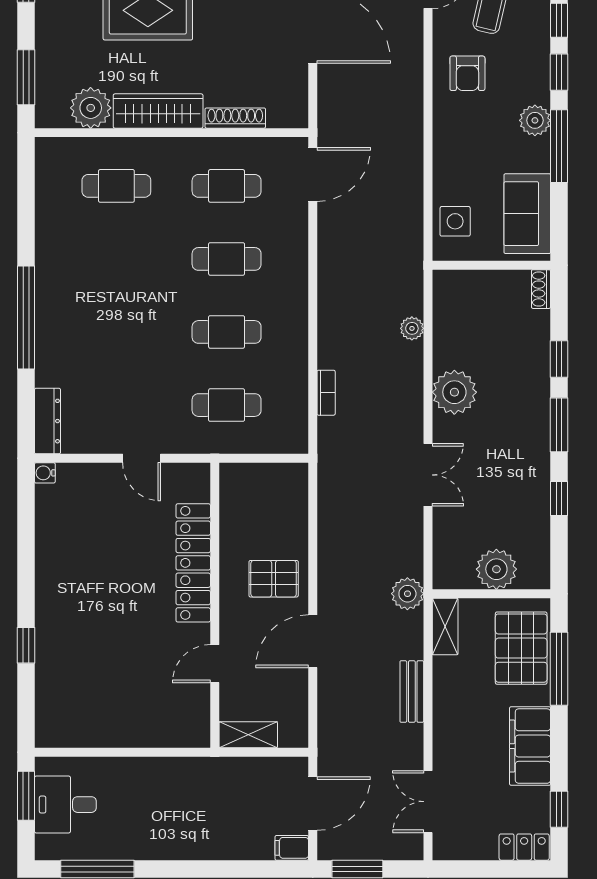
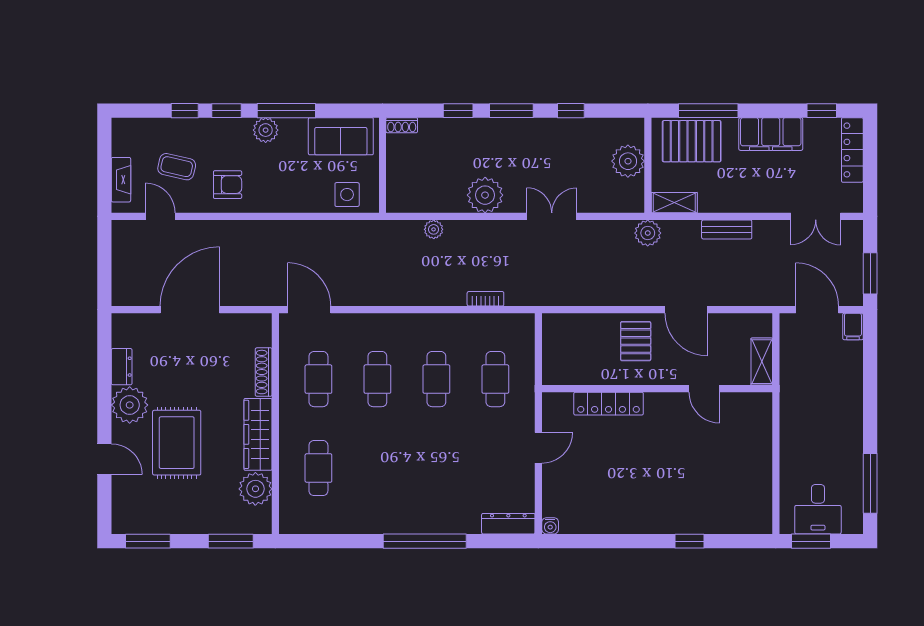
locker: (193, 563) -> (609, 404), width x0.71, depth x0.83
locker: (524, 847) -> (852, 150), width x1.53

